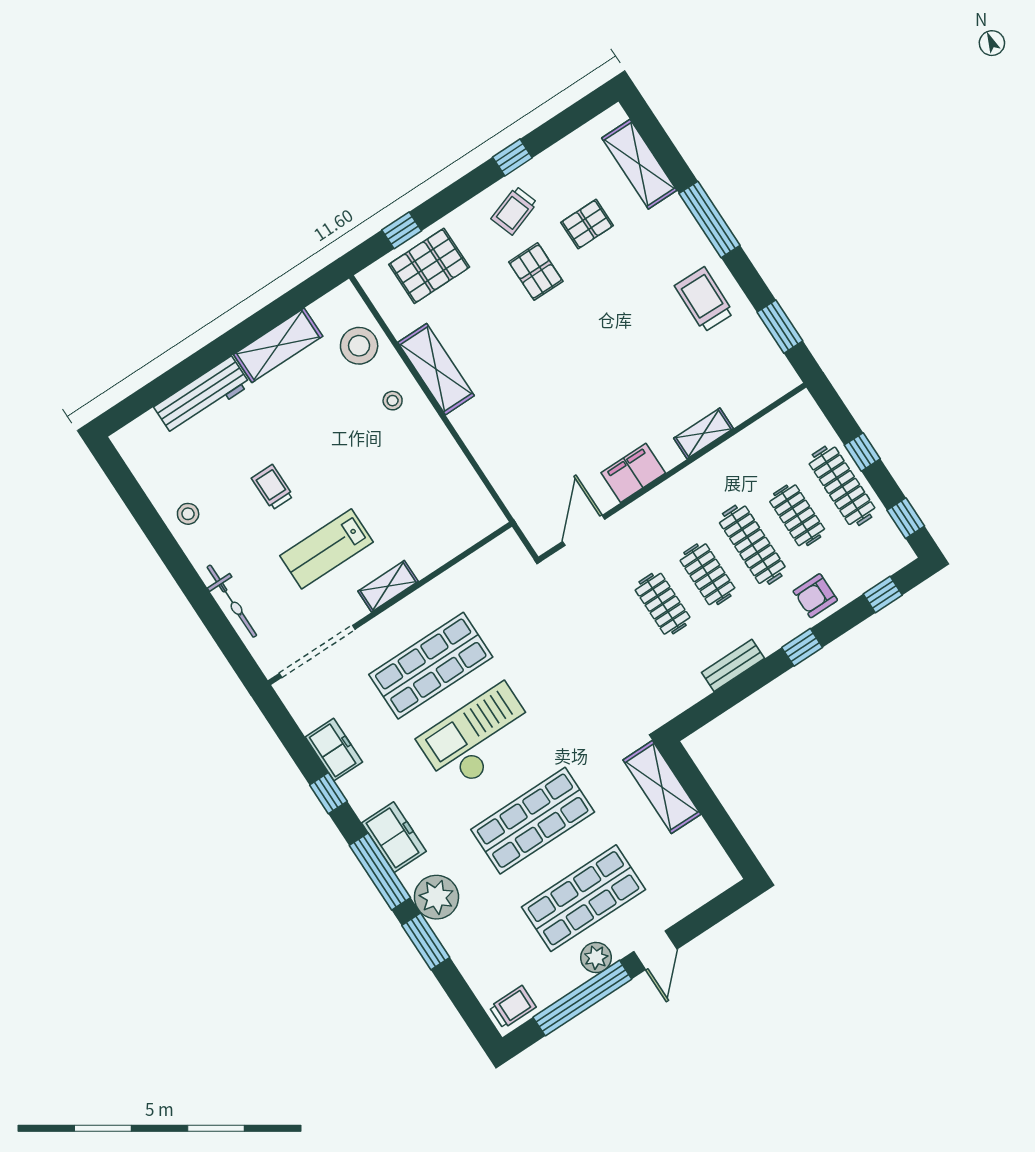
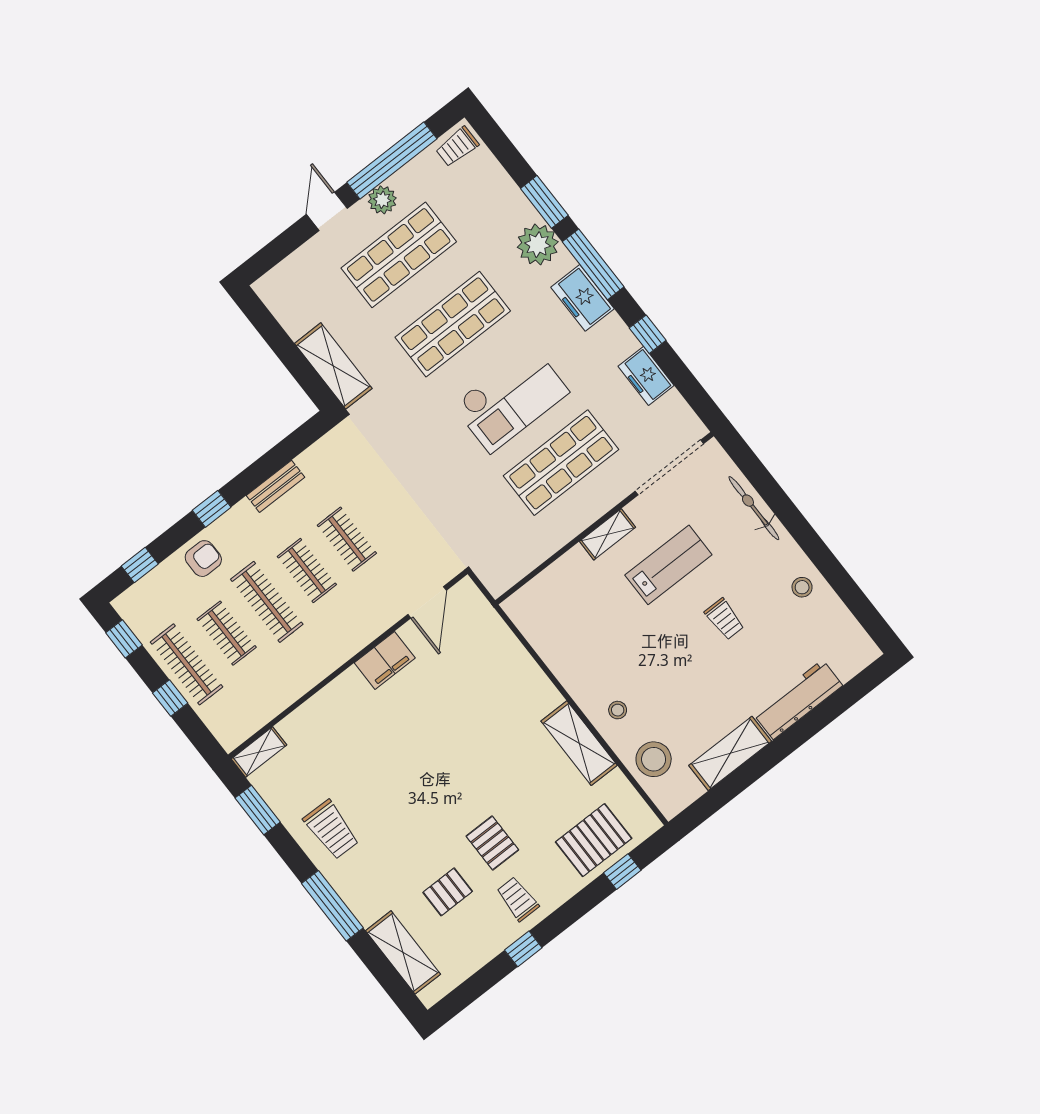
trolley: (514, 211) -> (518, 899), turned -71
shelving: (704, 433) -> (259, 752), moved

